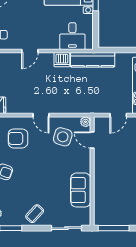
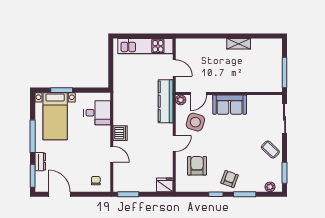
dishwasher: (62, 60) -> (120, 133), moved
kitchen counter: (93, 60) -> (166, 101), moved, turned 180
armchair: (18, 138) -> (197, 166), turned 180
sofa: (81, 190) -> (230, 105), moved

